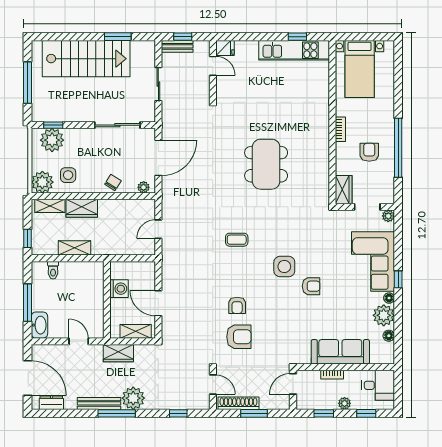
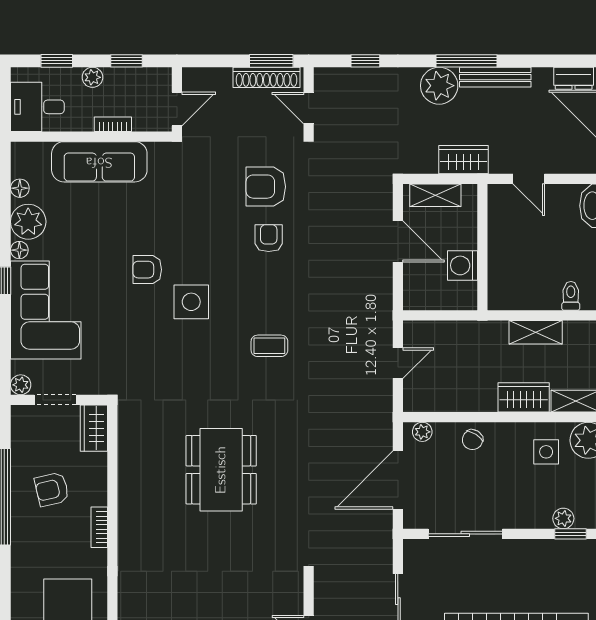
plant: (52, 140) -> (563, 518), width x0.53, depth x0.53
armchair: (369, 152) -> (52, 489), turned 77
window: (254, 413) -> (271, 61), moved

